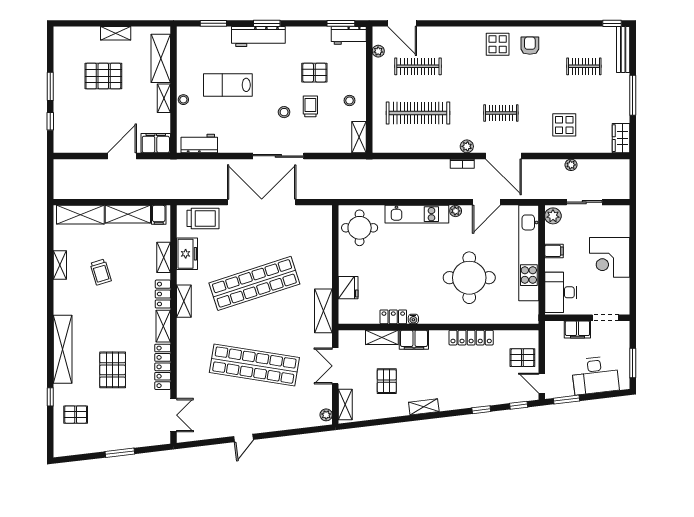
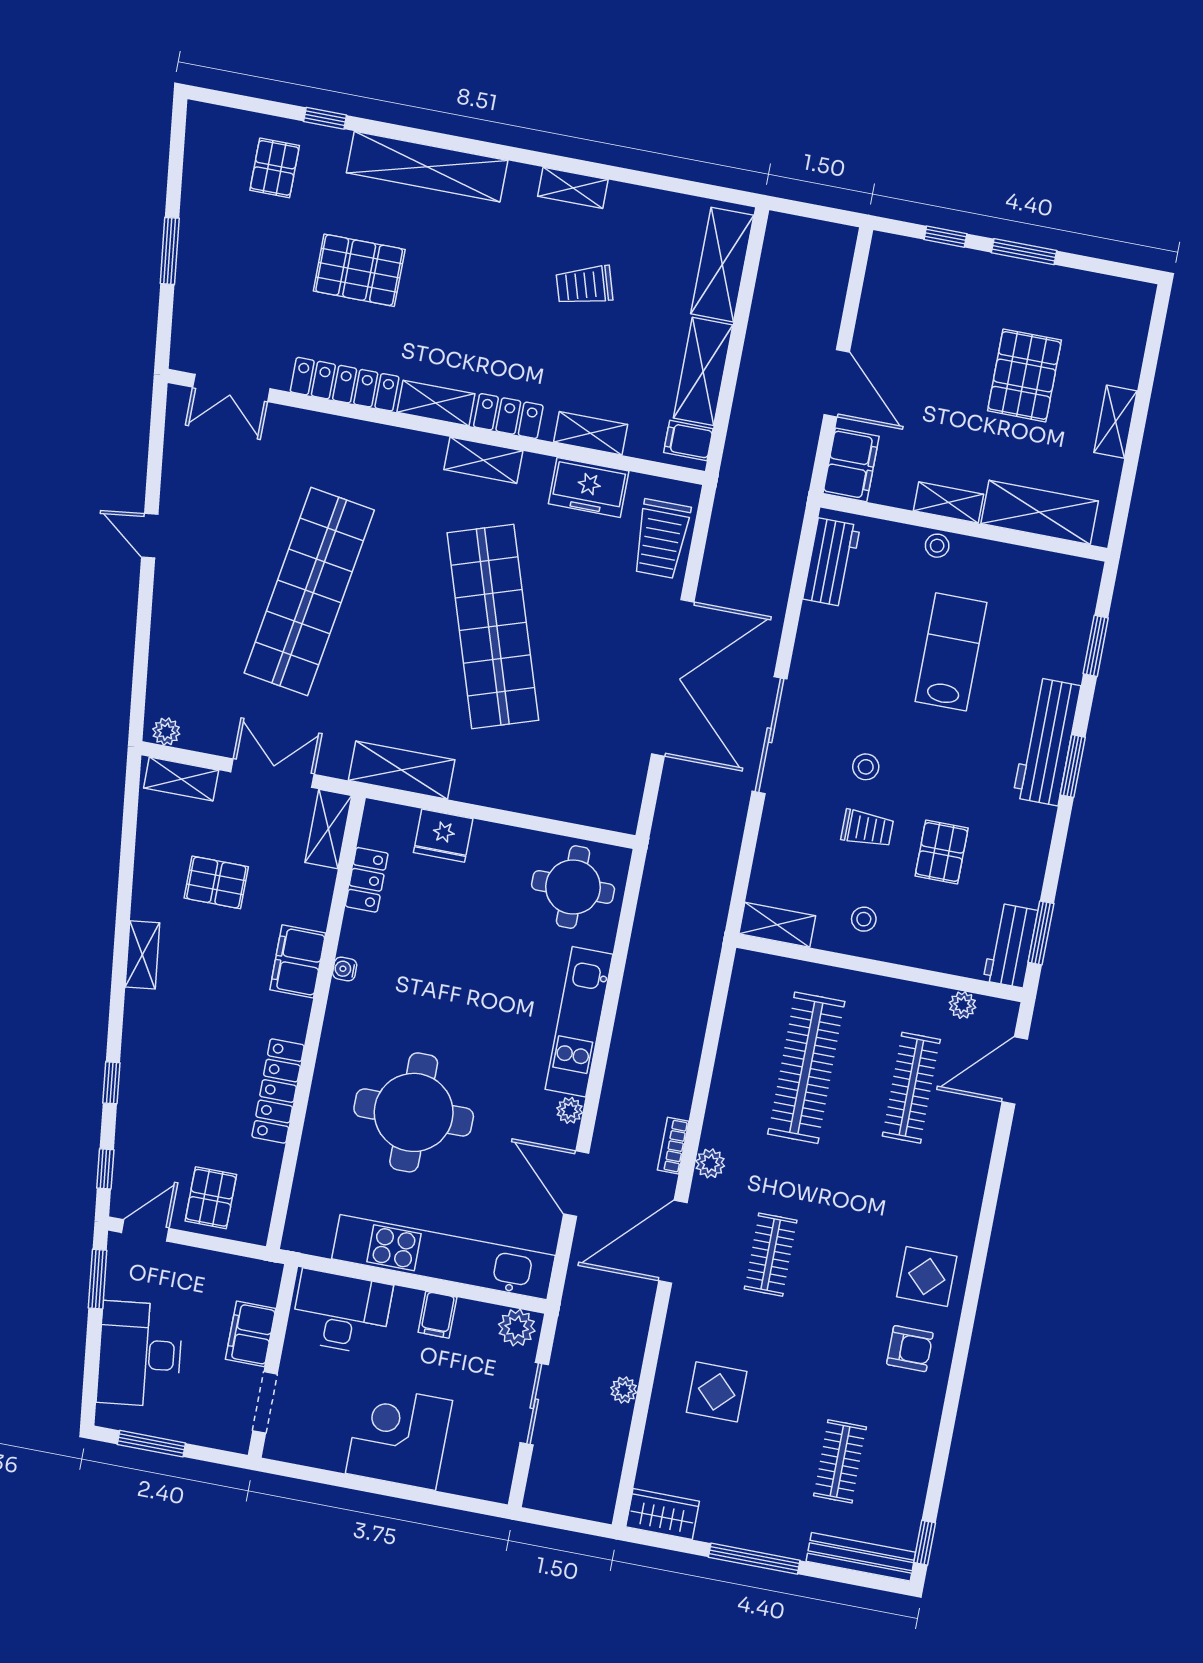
shelving: (60, 265) -> (573, 188), moved
locker: (393, 317) -> (367, 880), moved
shelving: (382, 337) -> (328, 829), moved

